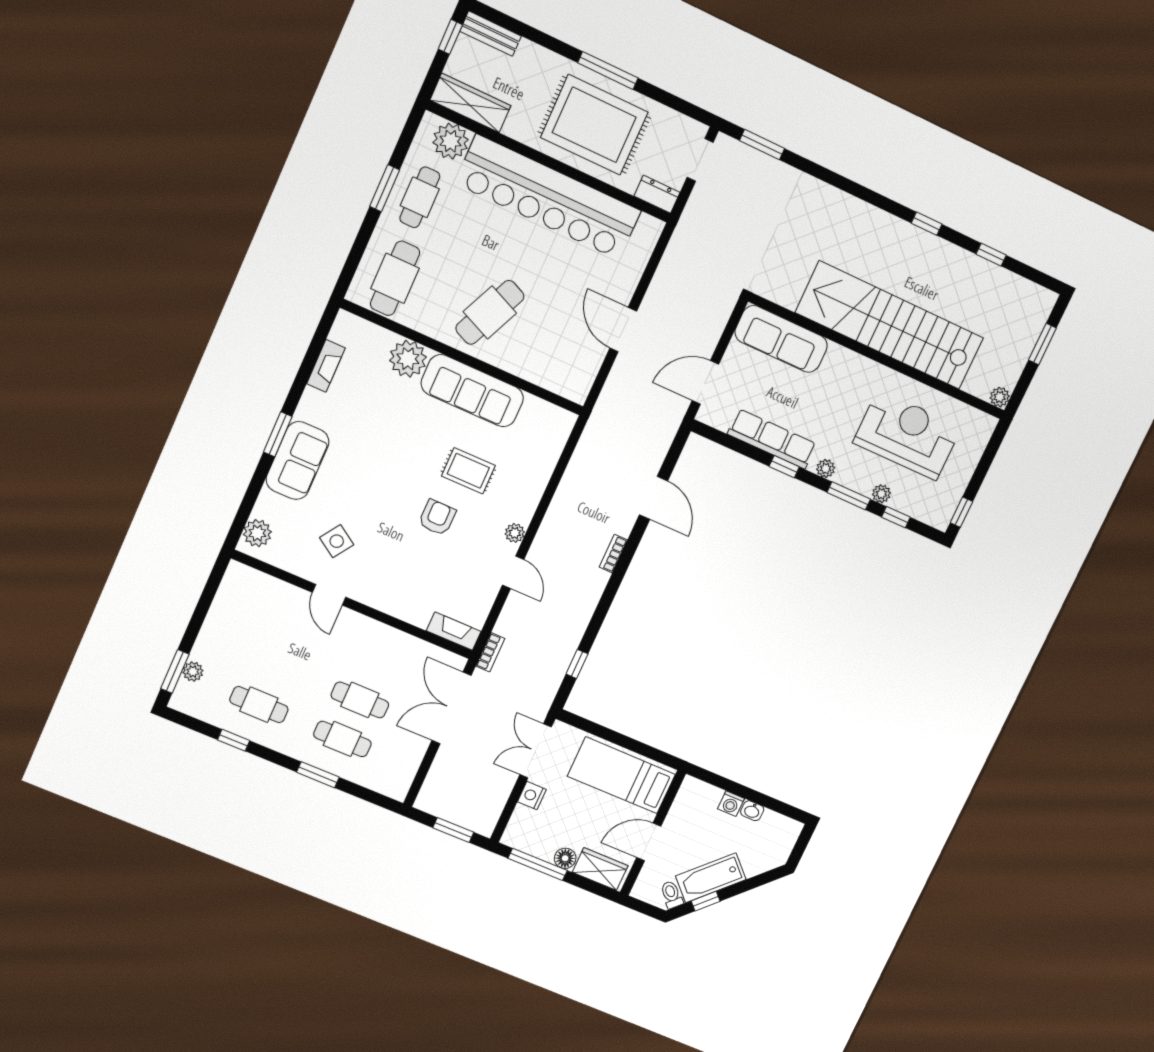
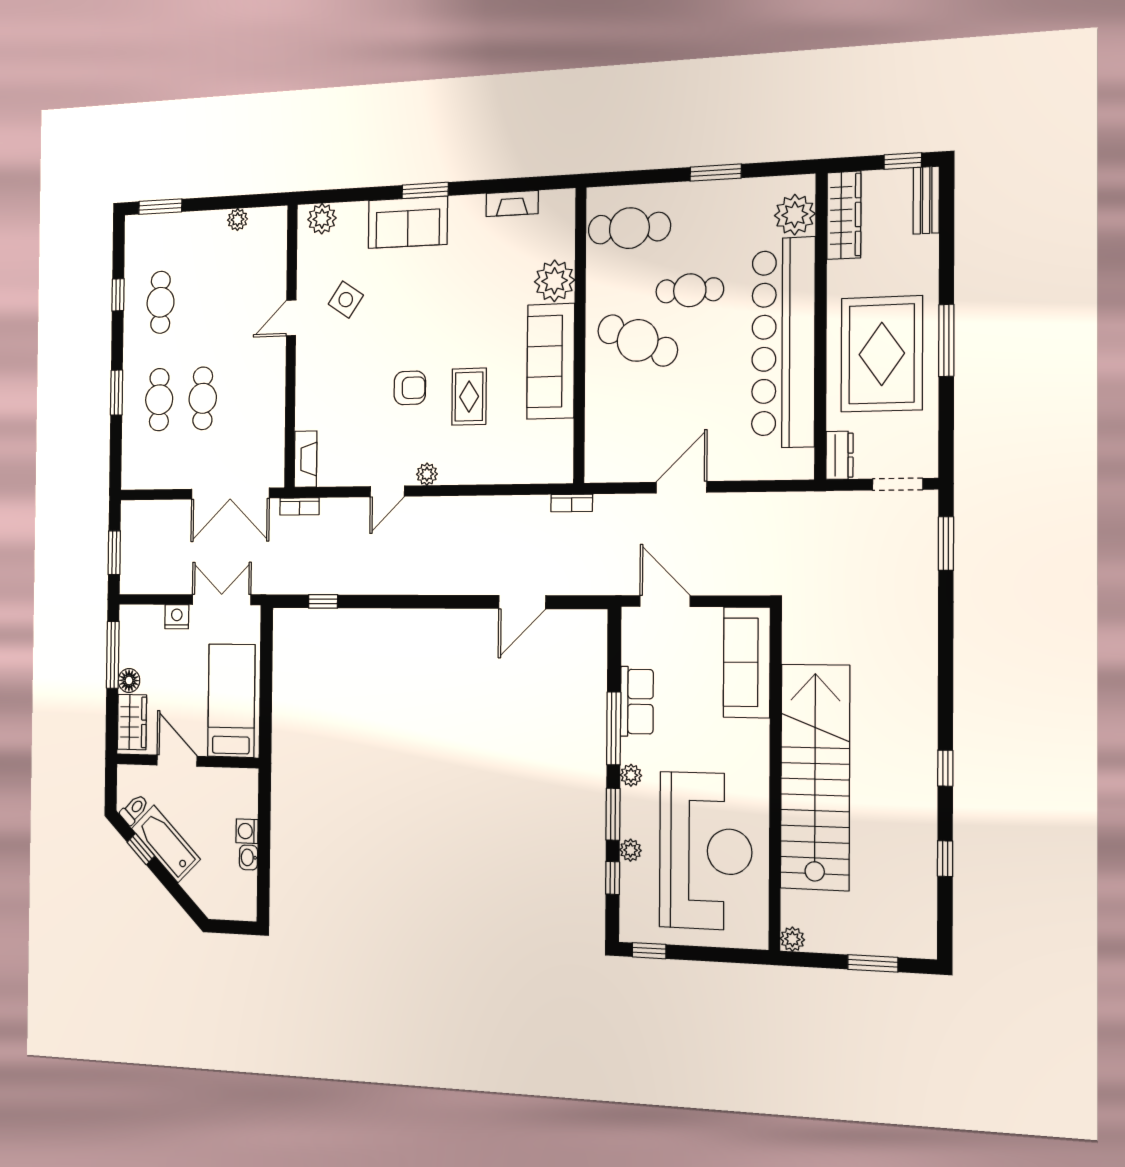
cafe table: (420, 197) -> (690, 290), moved
reception desk: (907, 435) -> (706, 851), width x1.36, depth x1.30
row of seats: (772, 439) -> (637, 701), width x0.68
window: (784, 467) -> (614, 728), width x2.17
bookcase: (613, 554) -> (572, 503), moved, turned 180
plant: (193, 672) -> (238, 220), moved
double door: (452, 708) -> (230, 494), swing flipped

